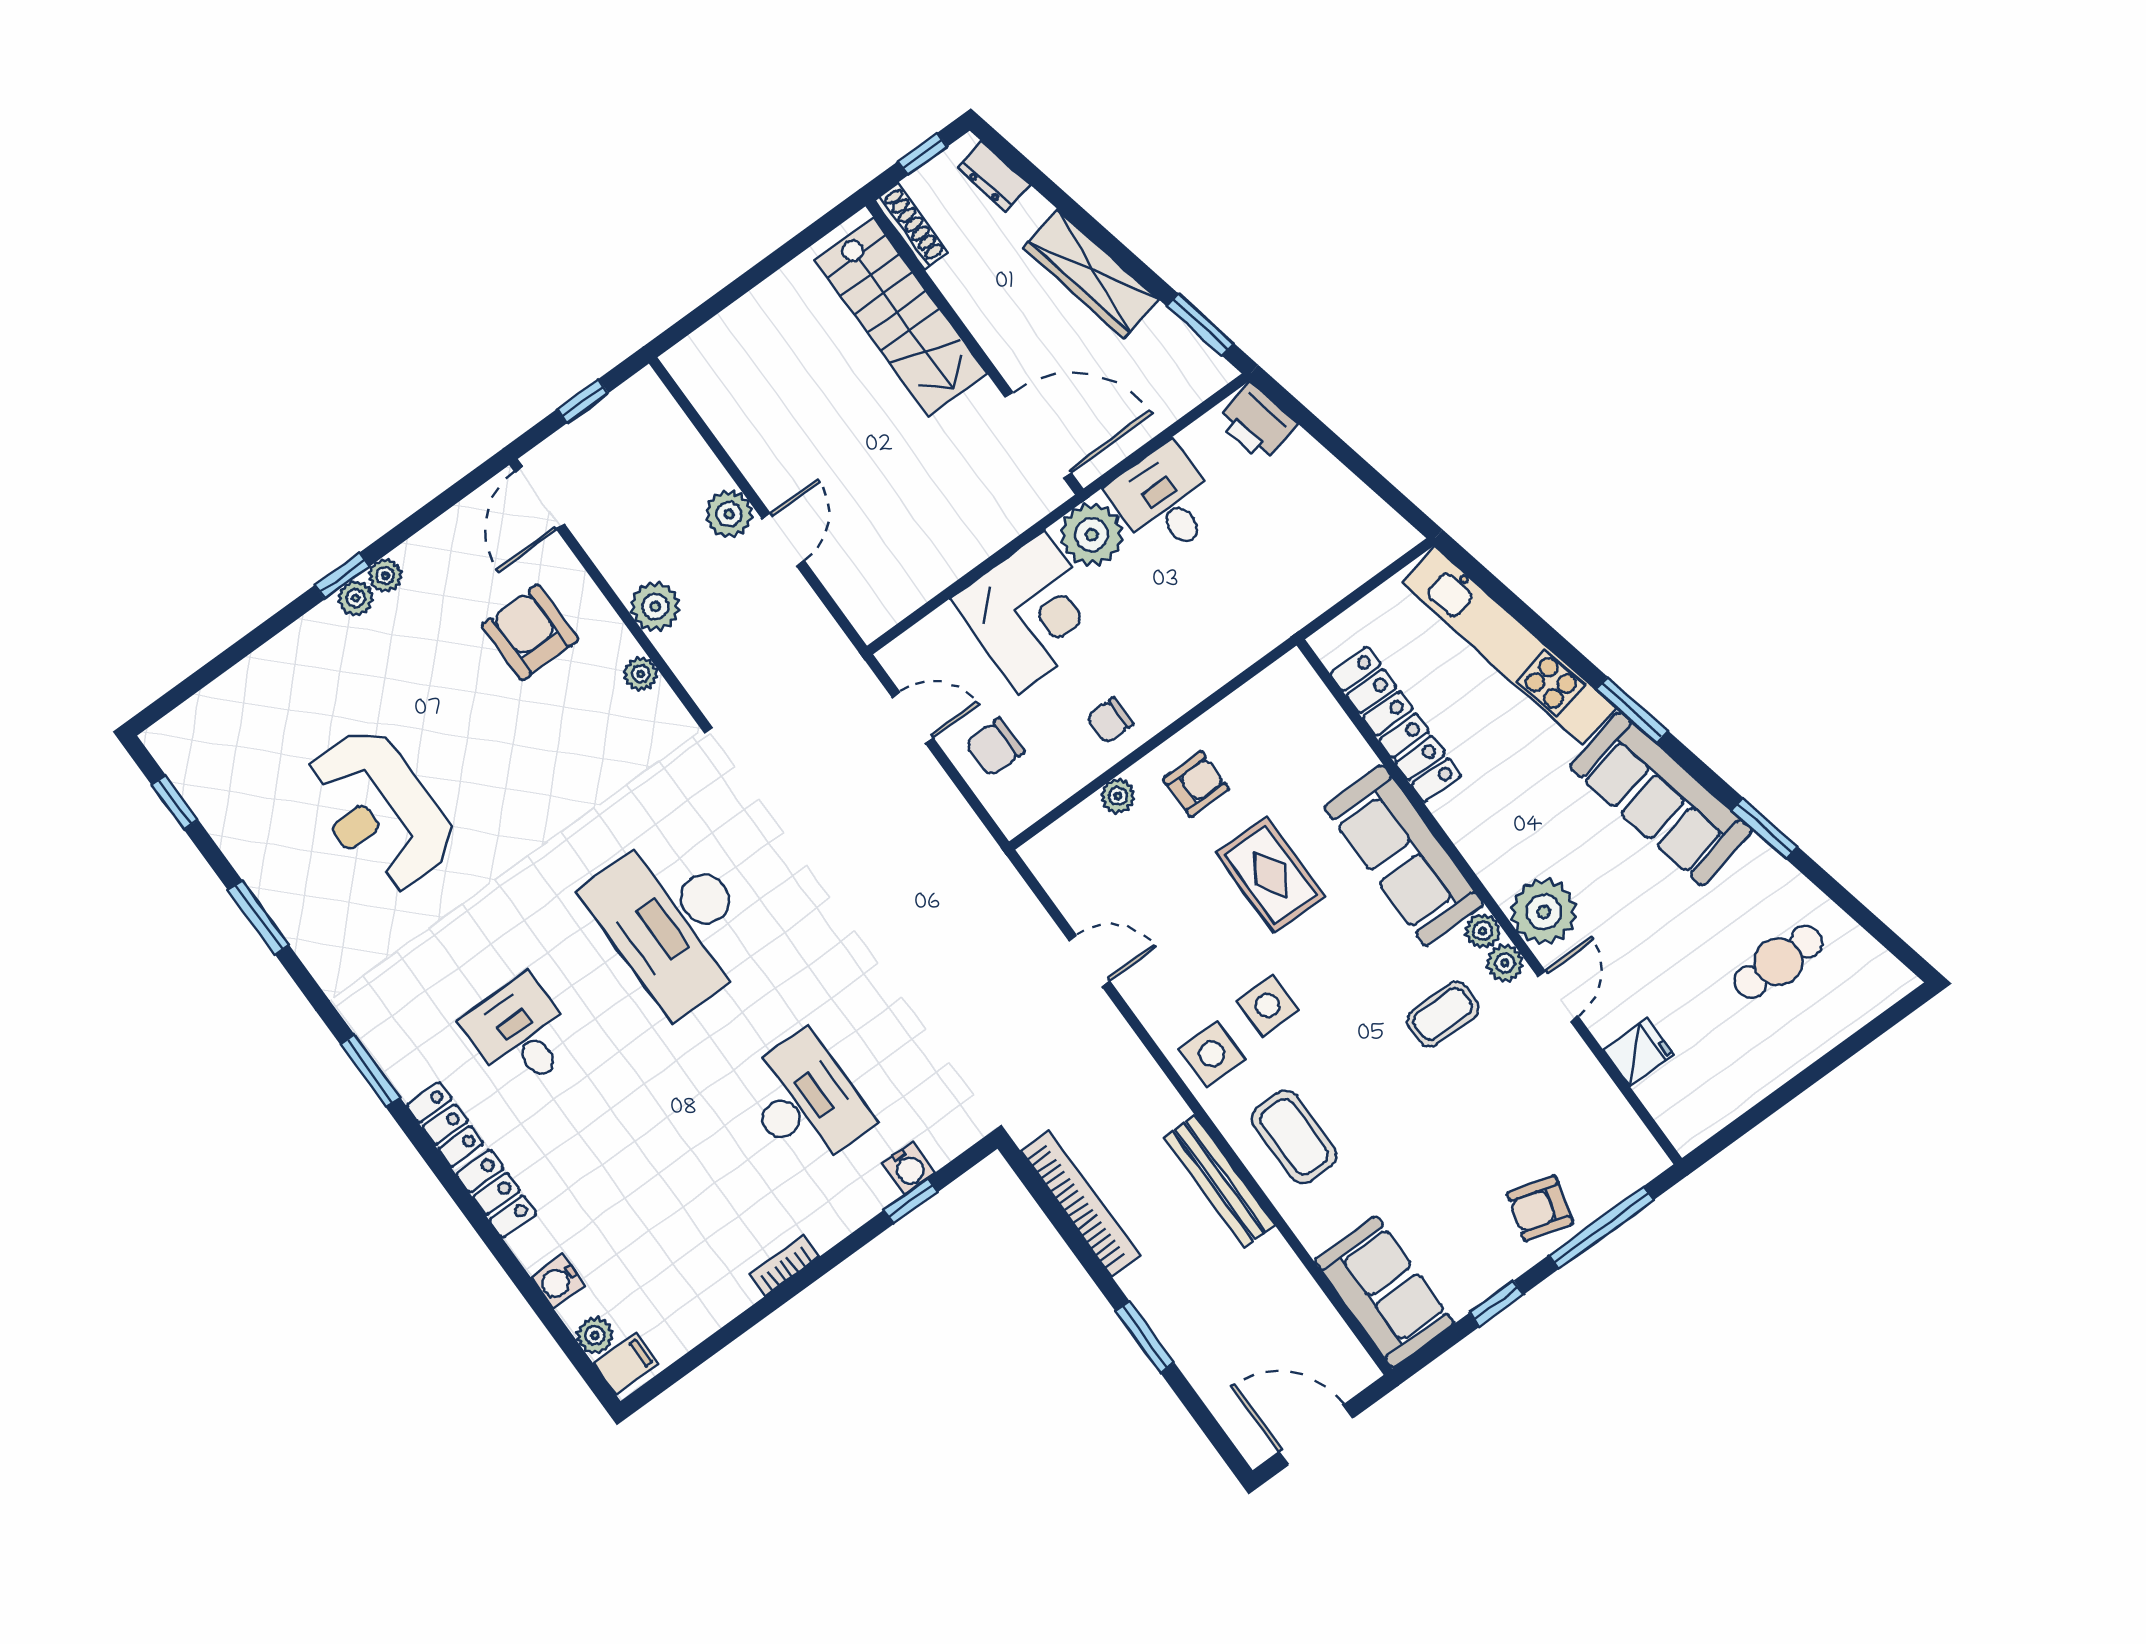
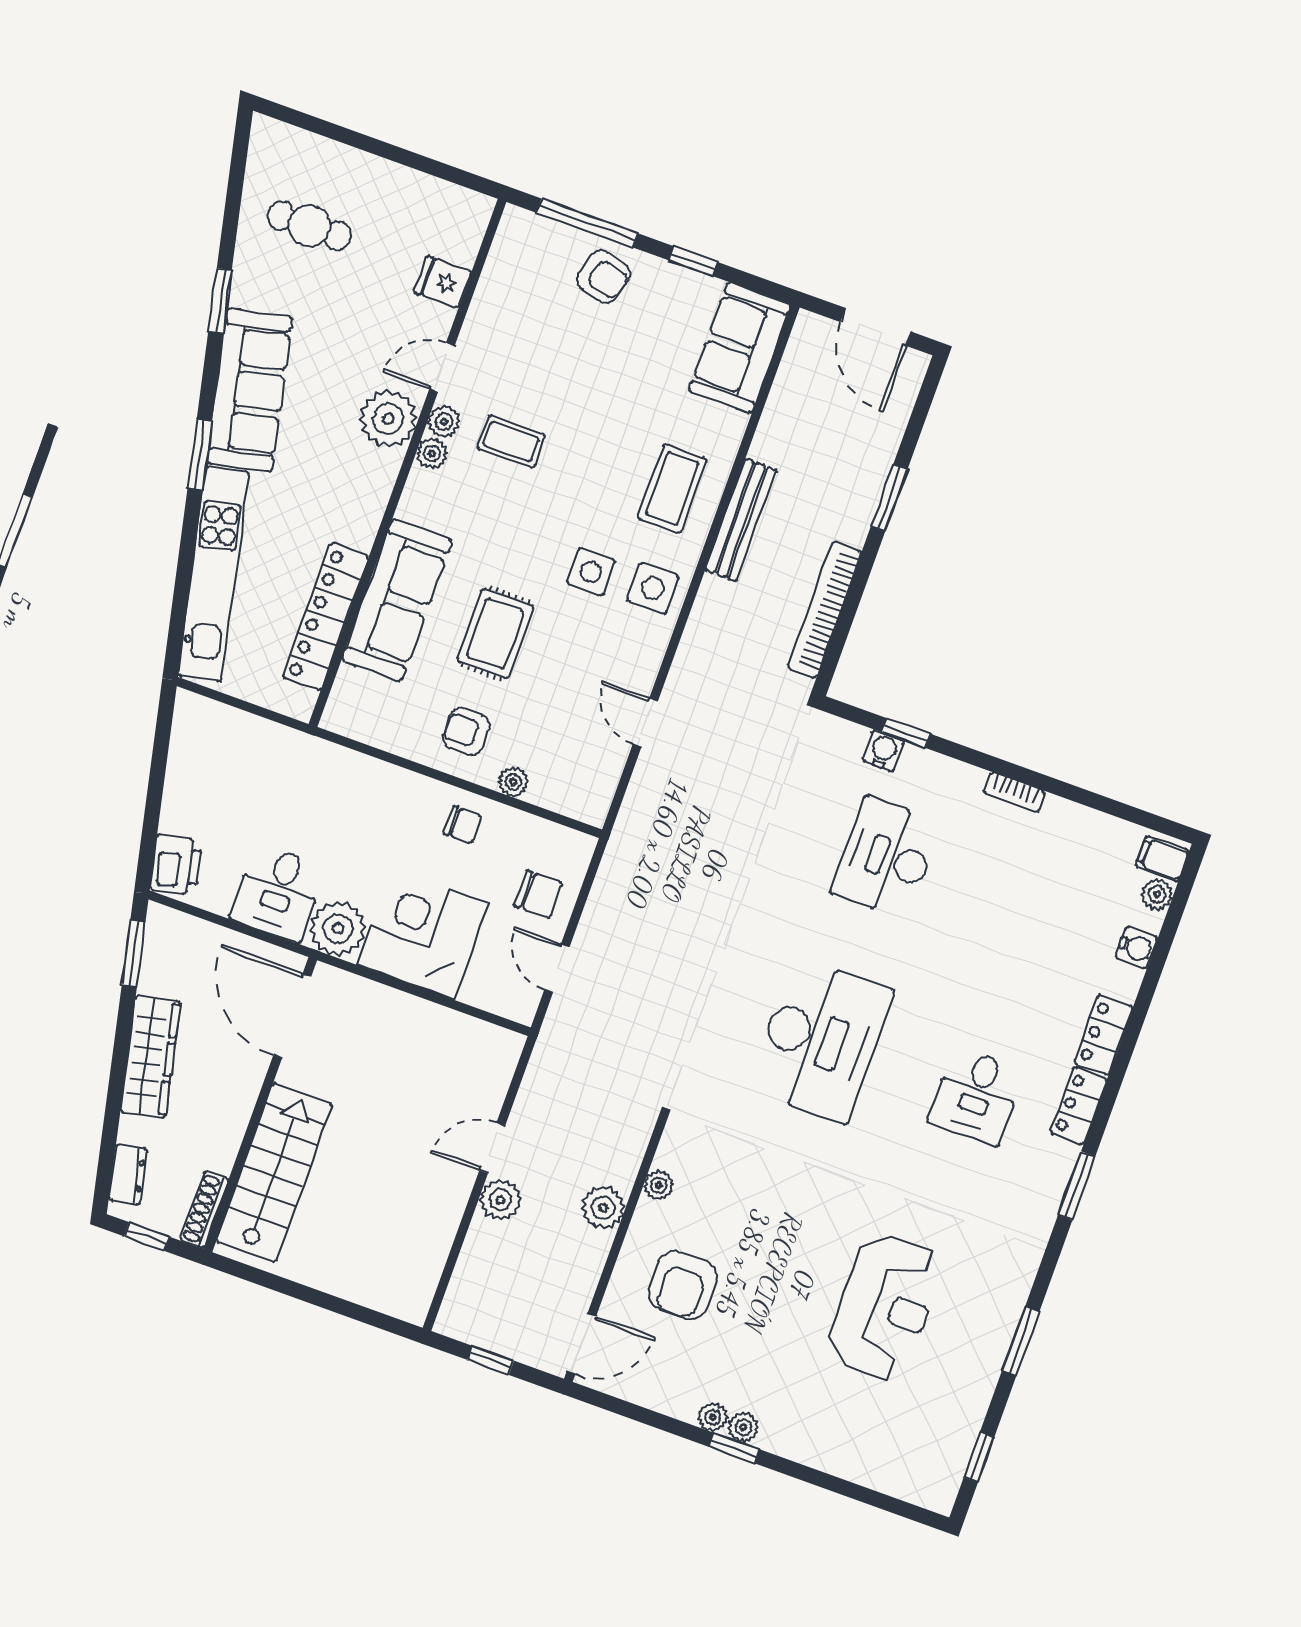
sofa: (1404, 855) -> (397, 600), moved

